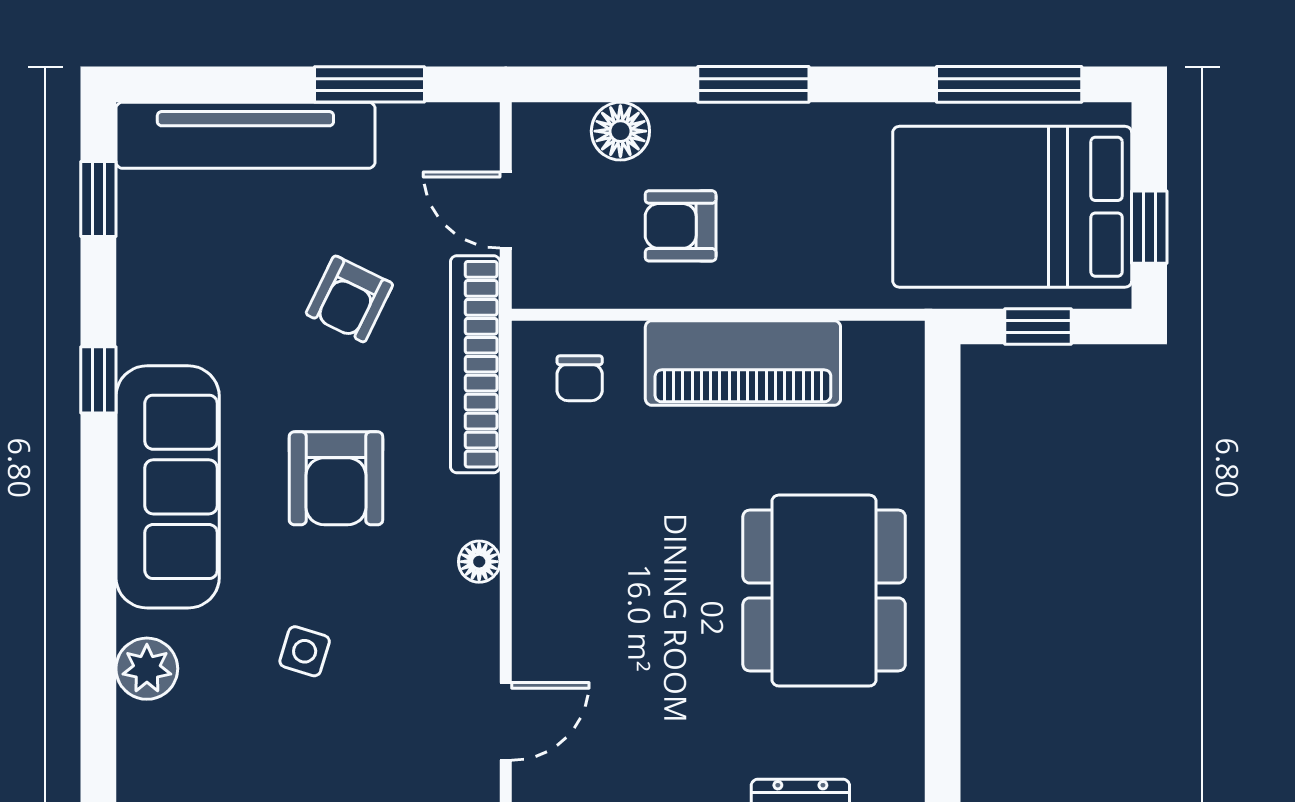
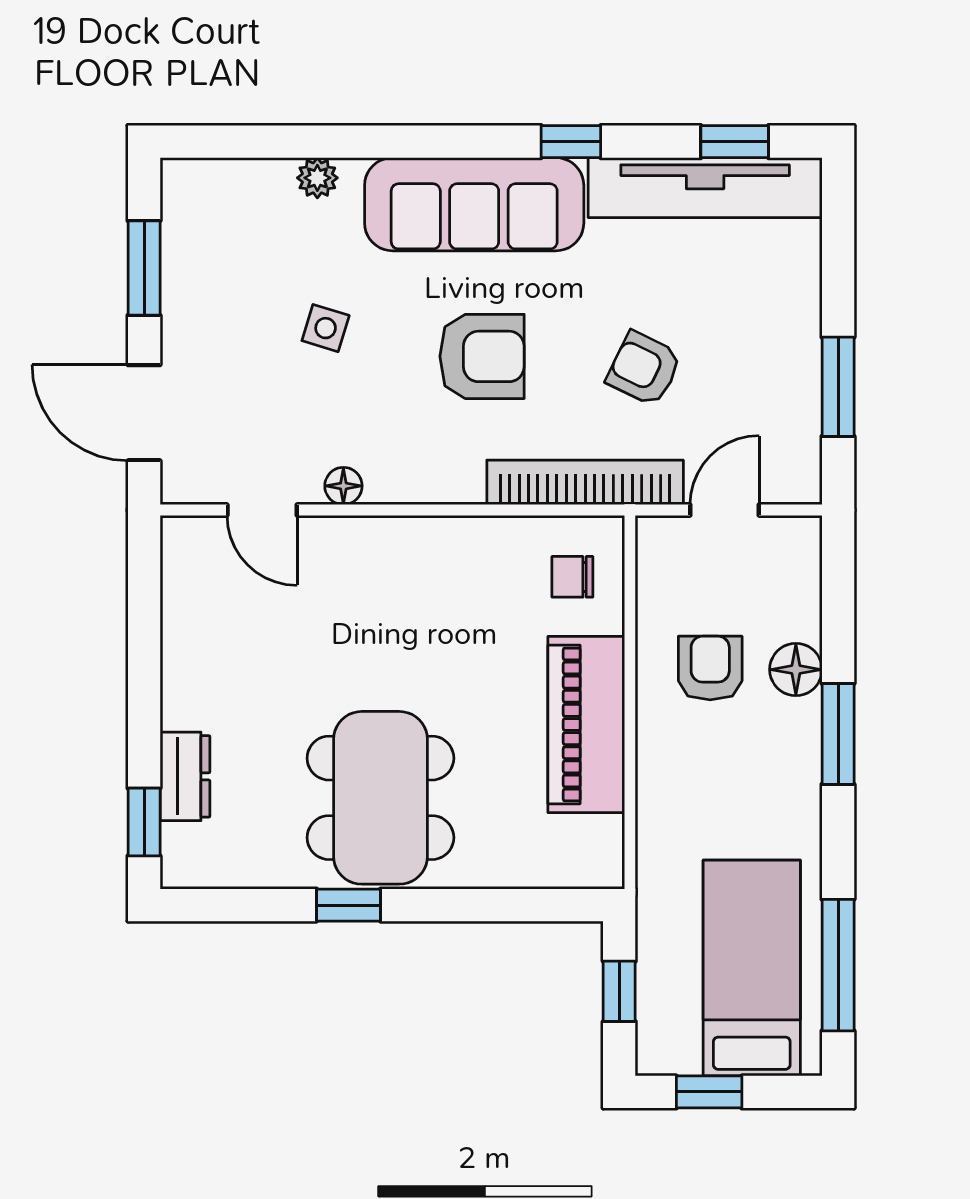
floor lamp: (620, 131) -> (796, 670), moved
tv unit: (245, 135) -> (705, 188), moved, turned -90
bed: (1012, 207) -> (752, 968), width x0.67
armchair: (336, 478) -> (482, 356), turned 180
floor lamp: (479, 562) -> (343, 486), moved
dining table: (824, 591) -> (380, 798), turned 90
window: (943, 626) -> (349, 905), added
plant: (147, 669) -> (317, 178), width x0.73, depth x0.73

